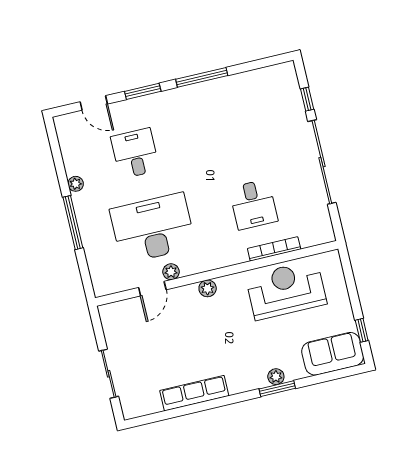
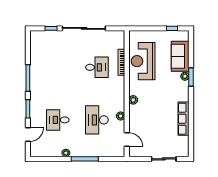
desk: (153, 228) -> (97, 120), width x0.73, depth x0.77
door: (152, 289) -> (127, 140), moved
sofa: (333, 354) -> (180, 56), moved

